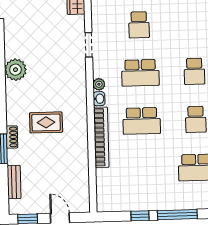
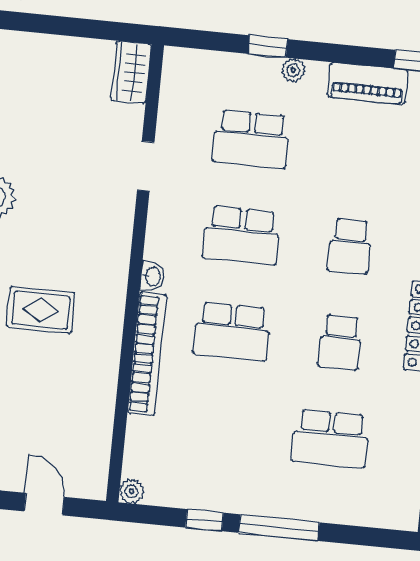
school desk: (139, 25) -> (251, 139), width x1.85
plant: (99, 84) -> (132, 491), moved

